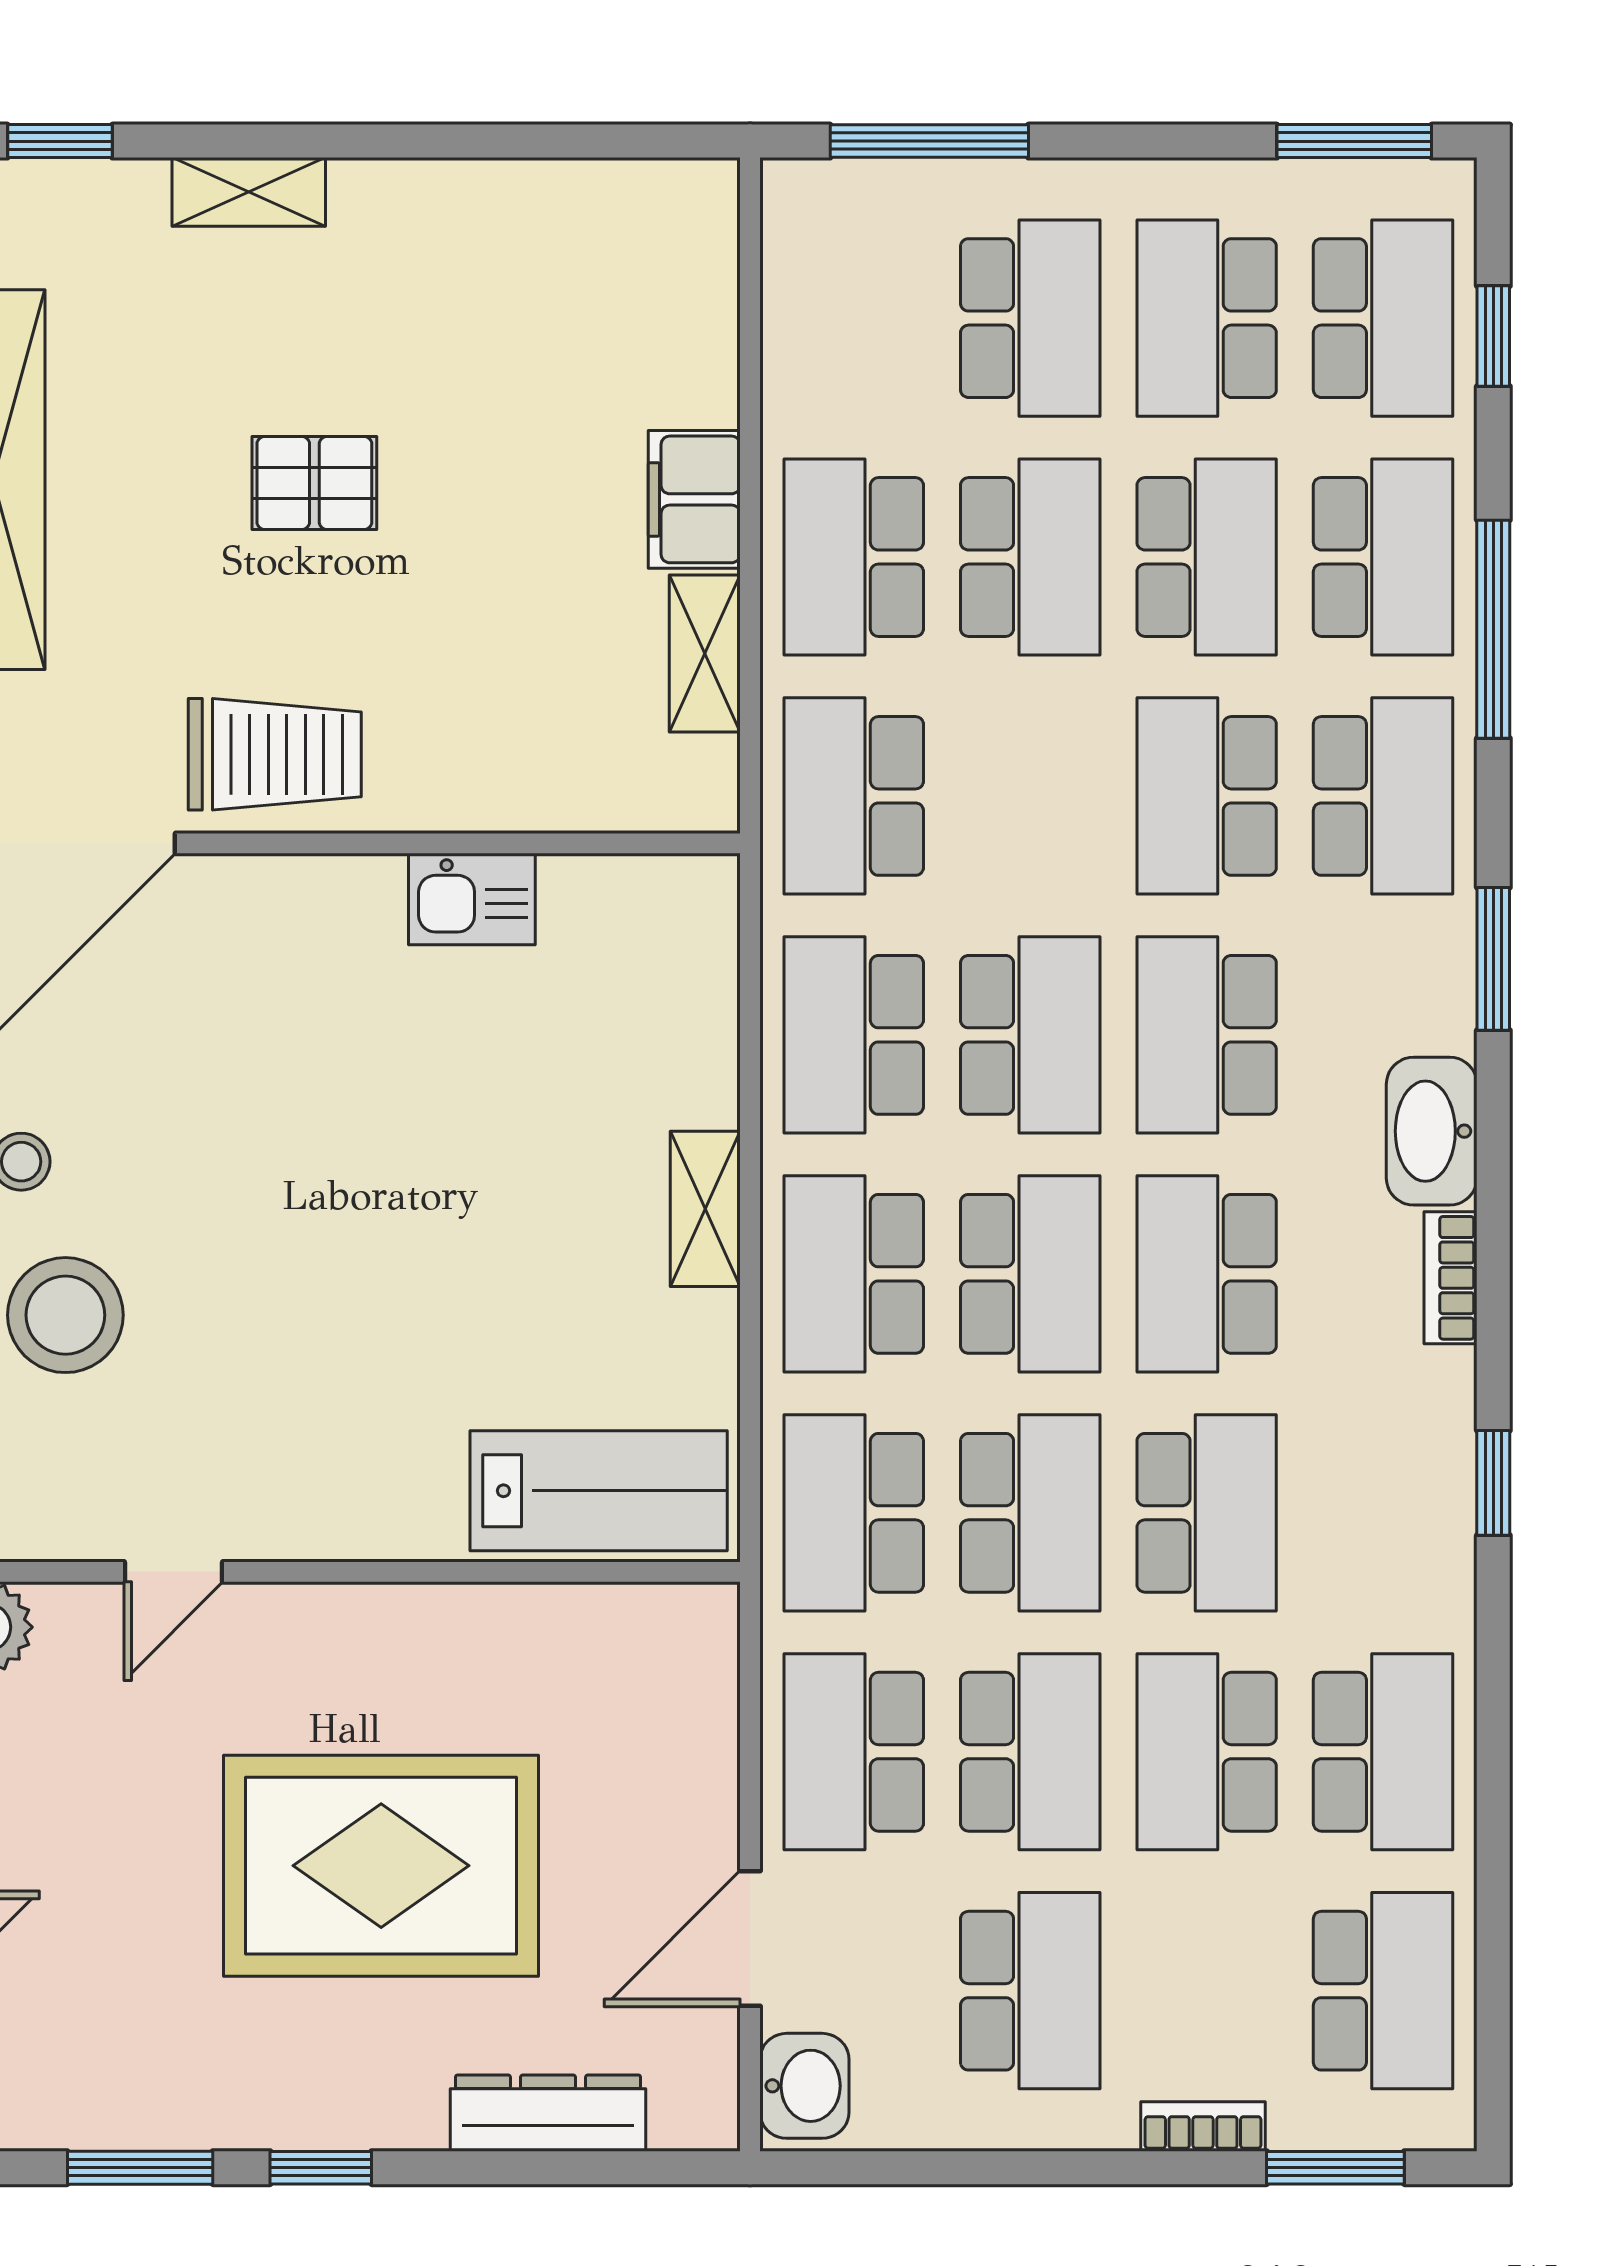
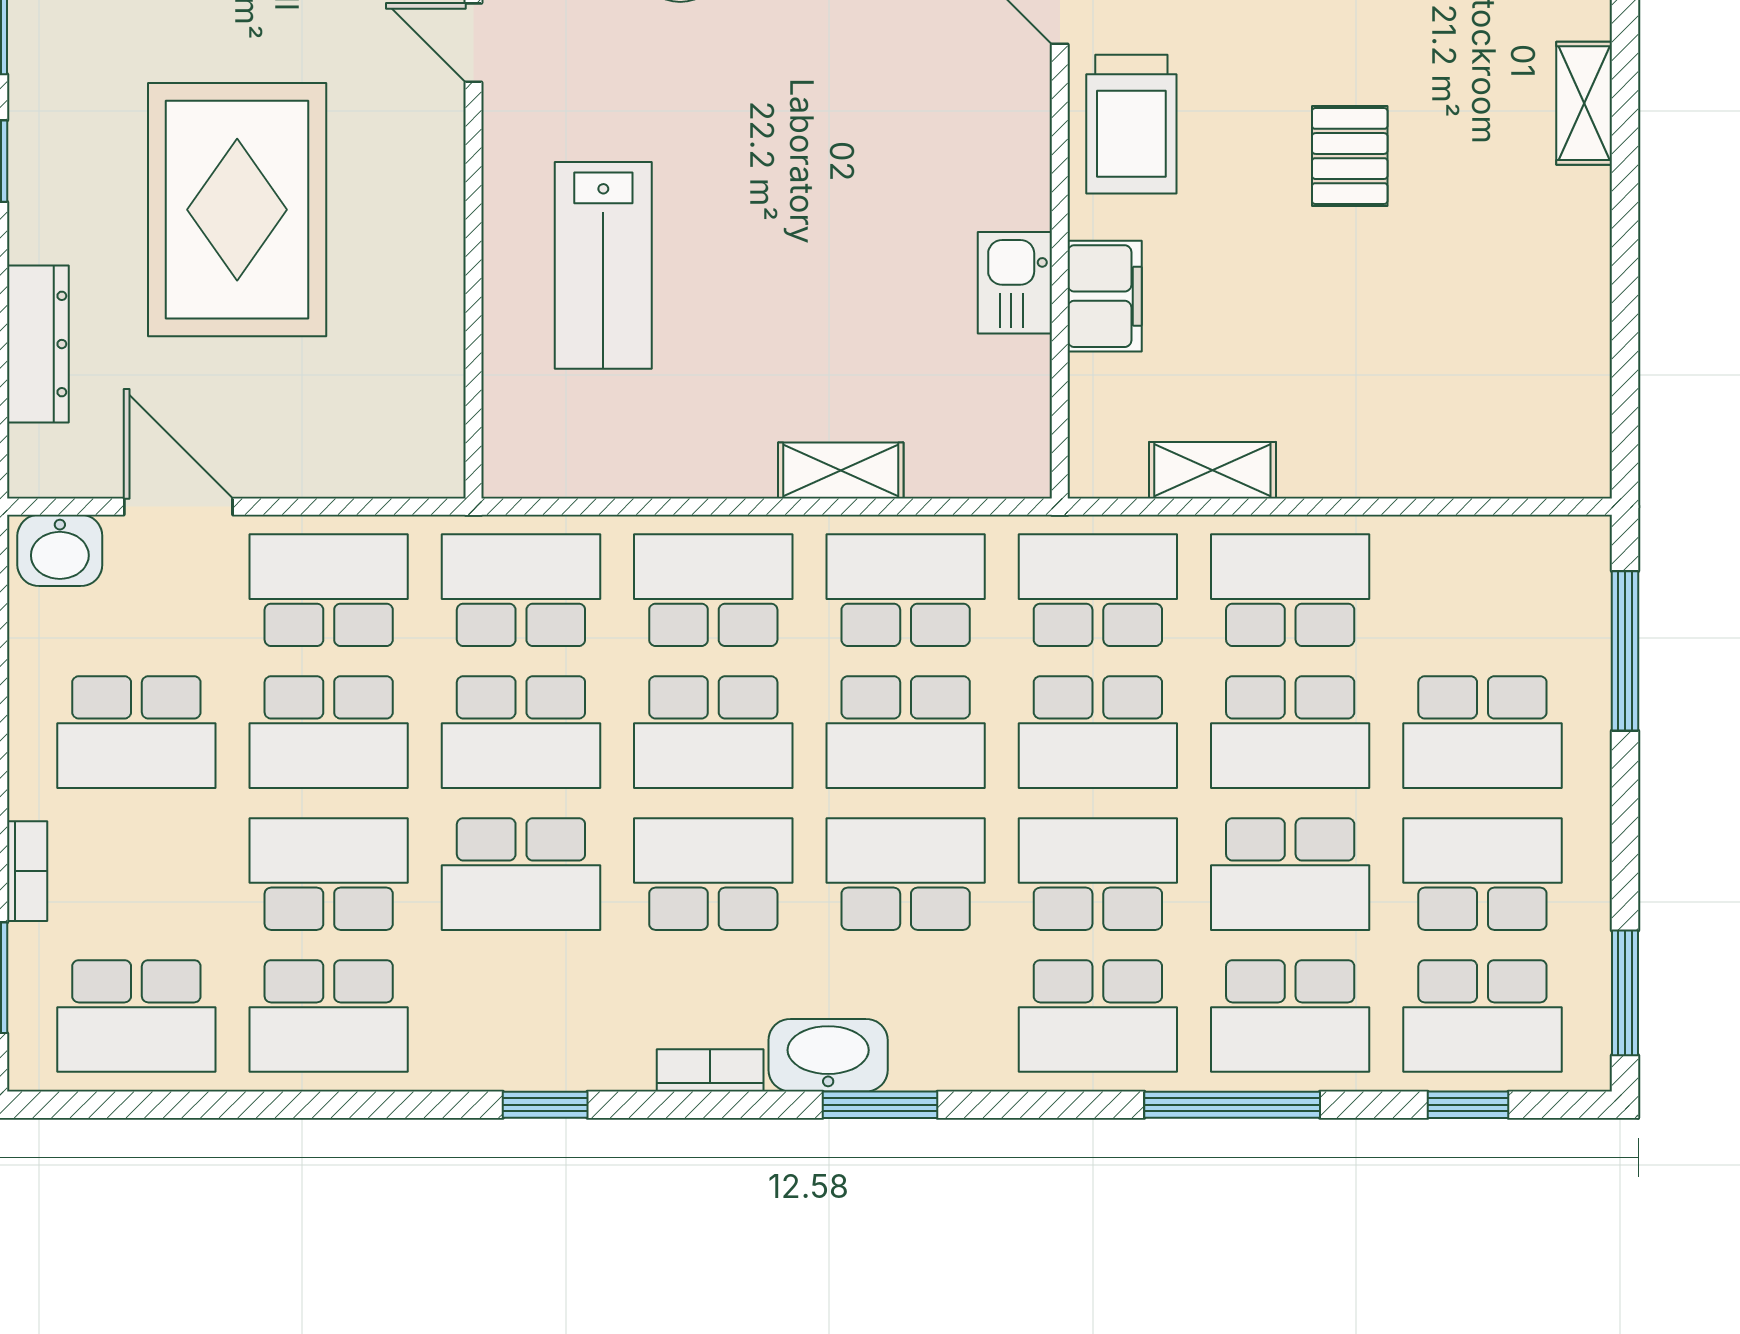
filing cabinet: (694, 499) -> (1105, 296), moved, turned 90
school desk: (1030, 796) -> (1098, 732), added
window: (1493, 959) -> (880, 1105), moved
shelving: (705, 1209) -> (841, 471), moved
lab bench: (599, 1491) -> (603, 265), moved

